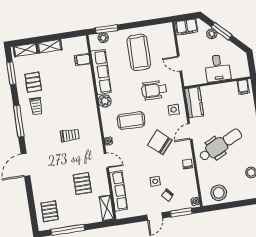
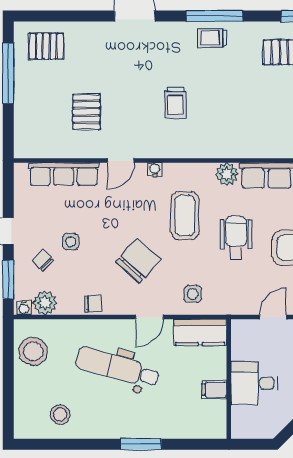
filing cabinet: (243, 87) -> (214, 390), moved
wheelchair: (154, 90) -> (236, 238), moved
trolley: (36, 106) -> (212, 38), moved
door: (190, 131) -> (150, 317), swing flipped
dental chair: (220, 145) -> (117, 368), turned 131
pallet: (82, 183) -> (87, 112), turned 90
plant: (191, 190) -> (45, 303), added
shelving: (107, 208) -> (36, 148), removed

